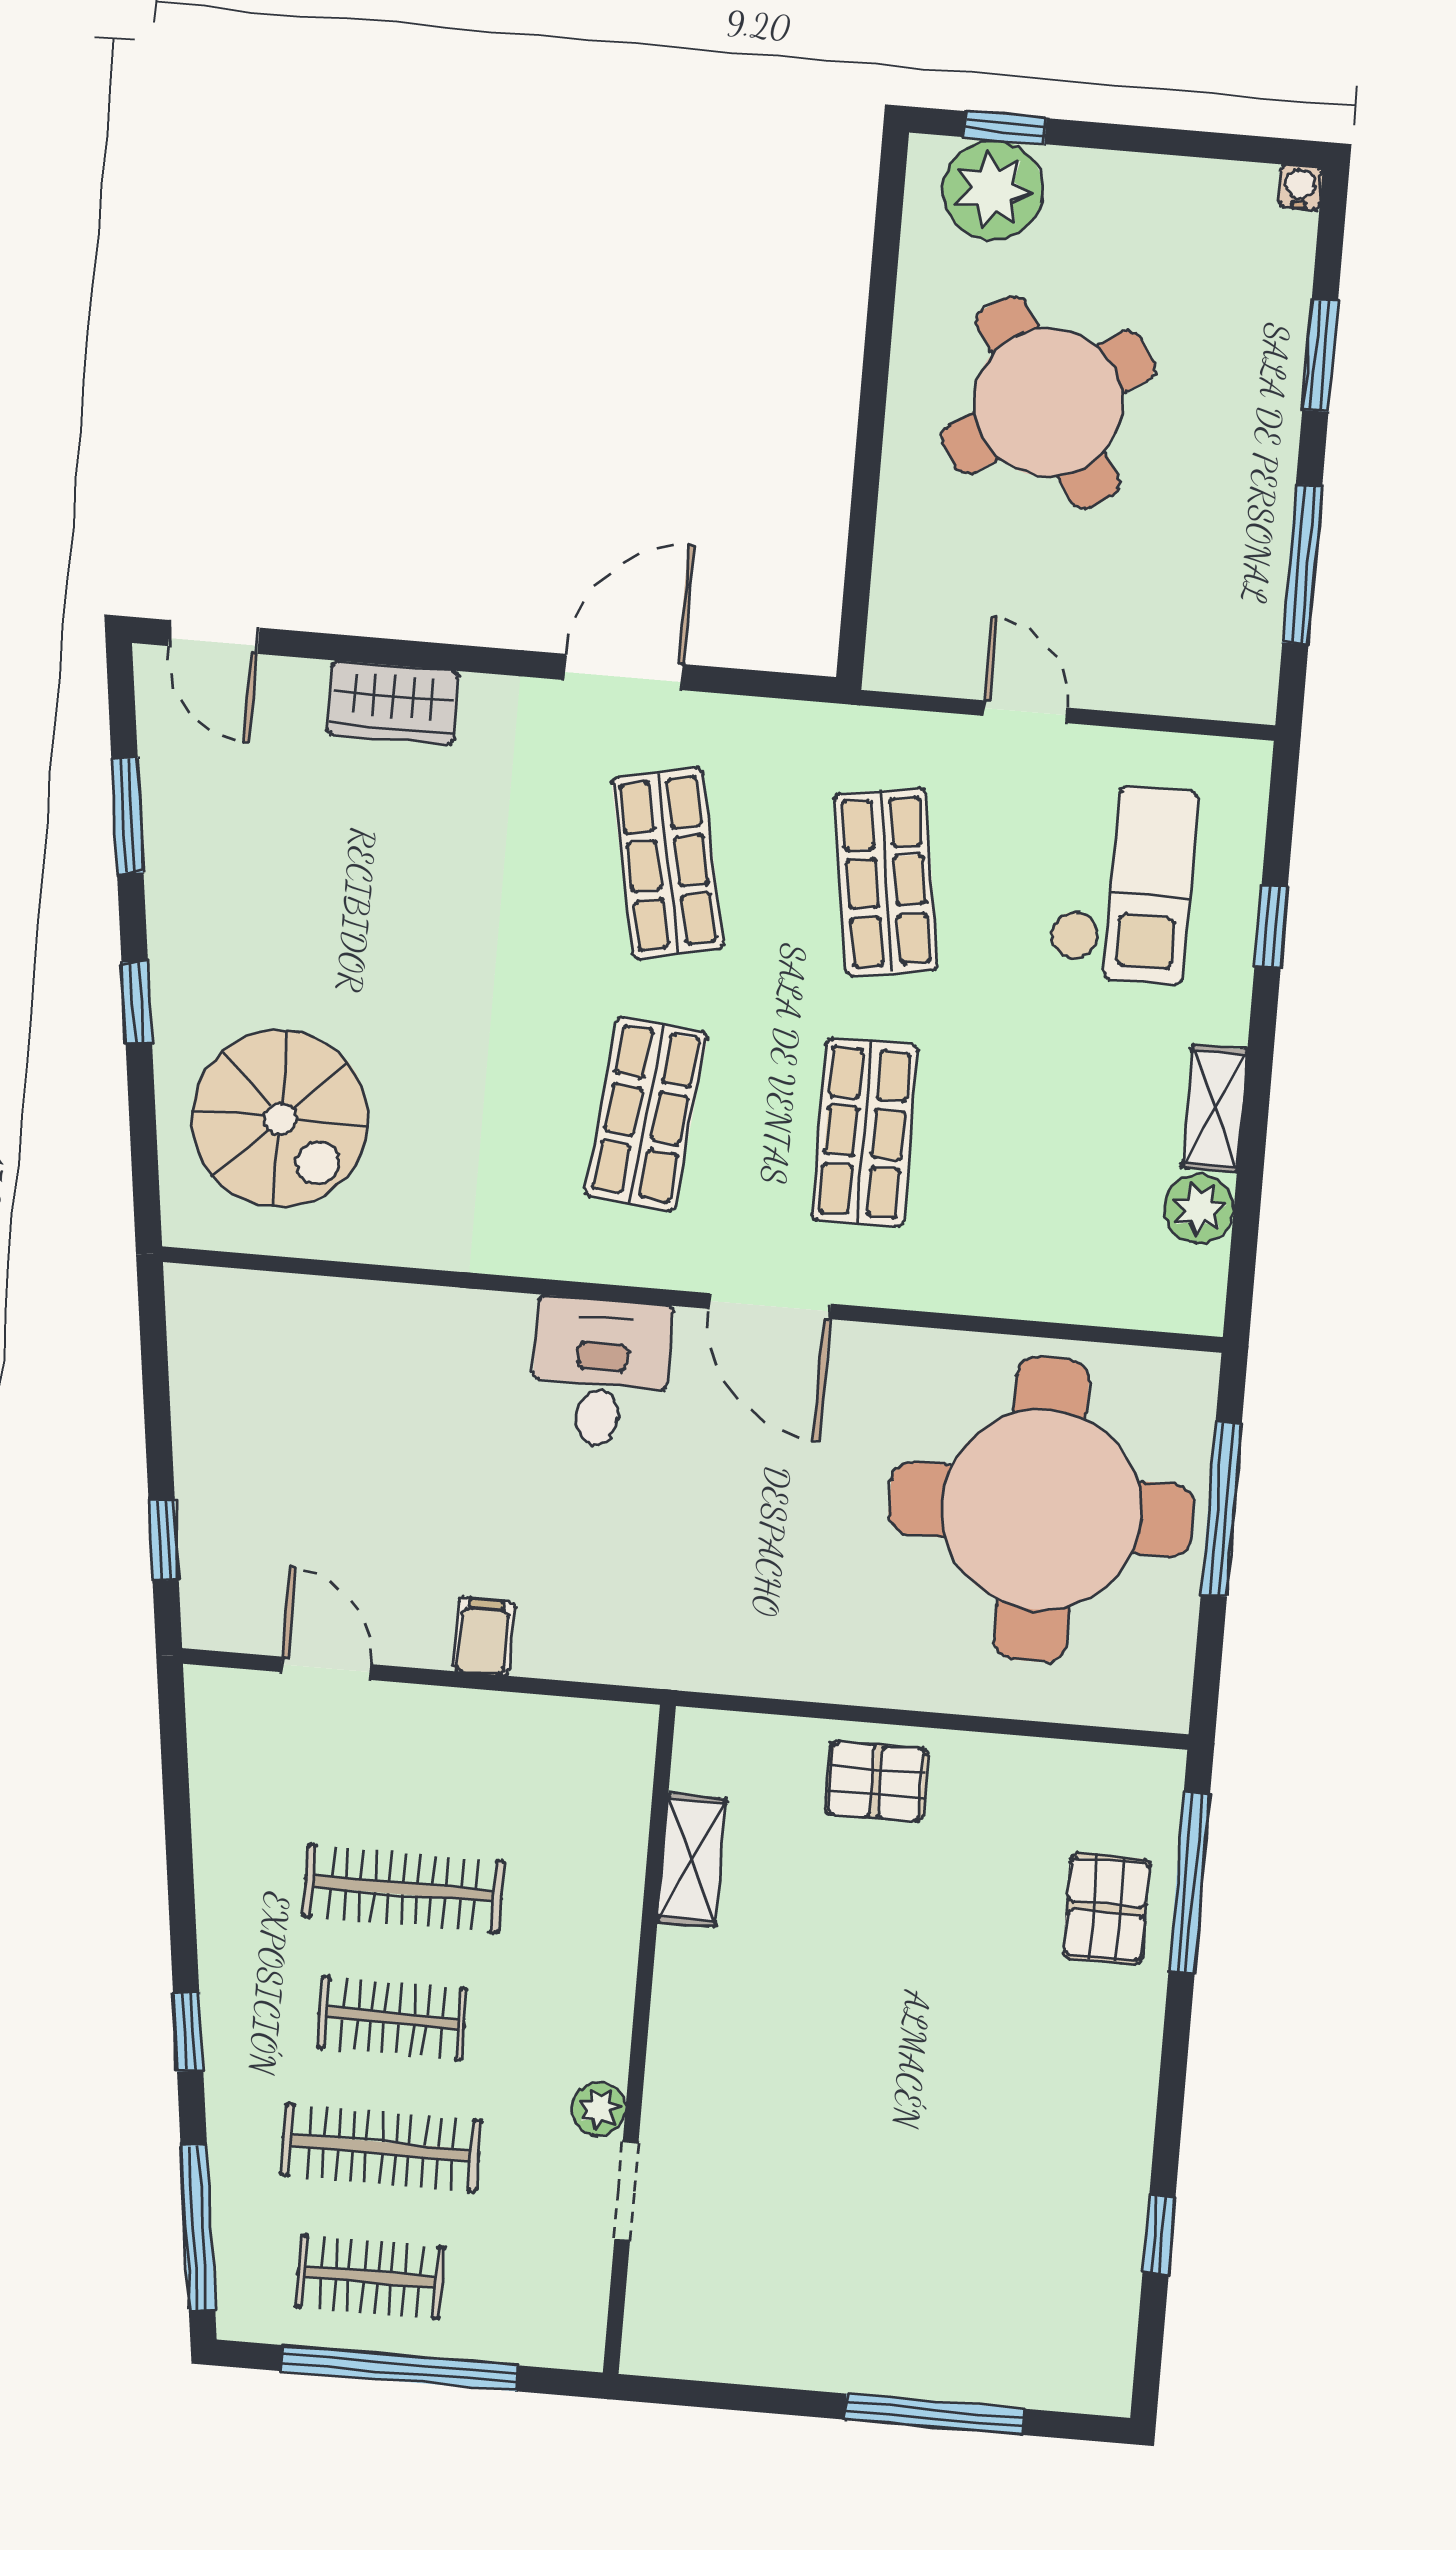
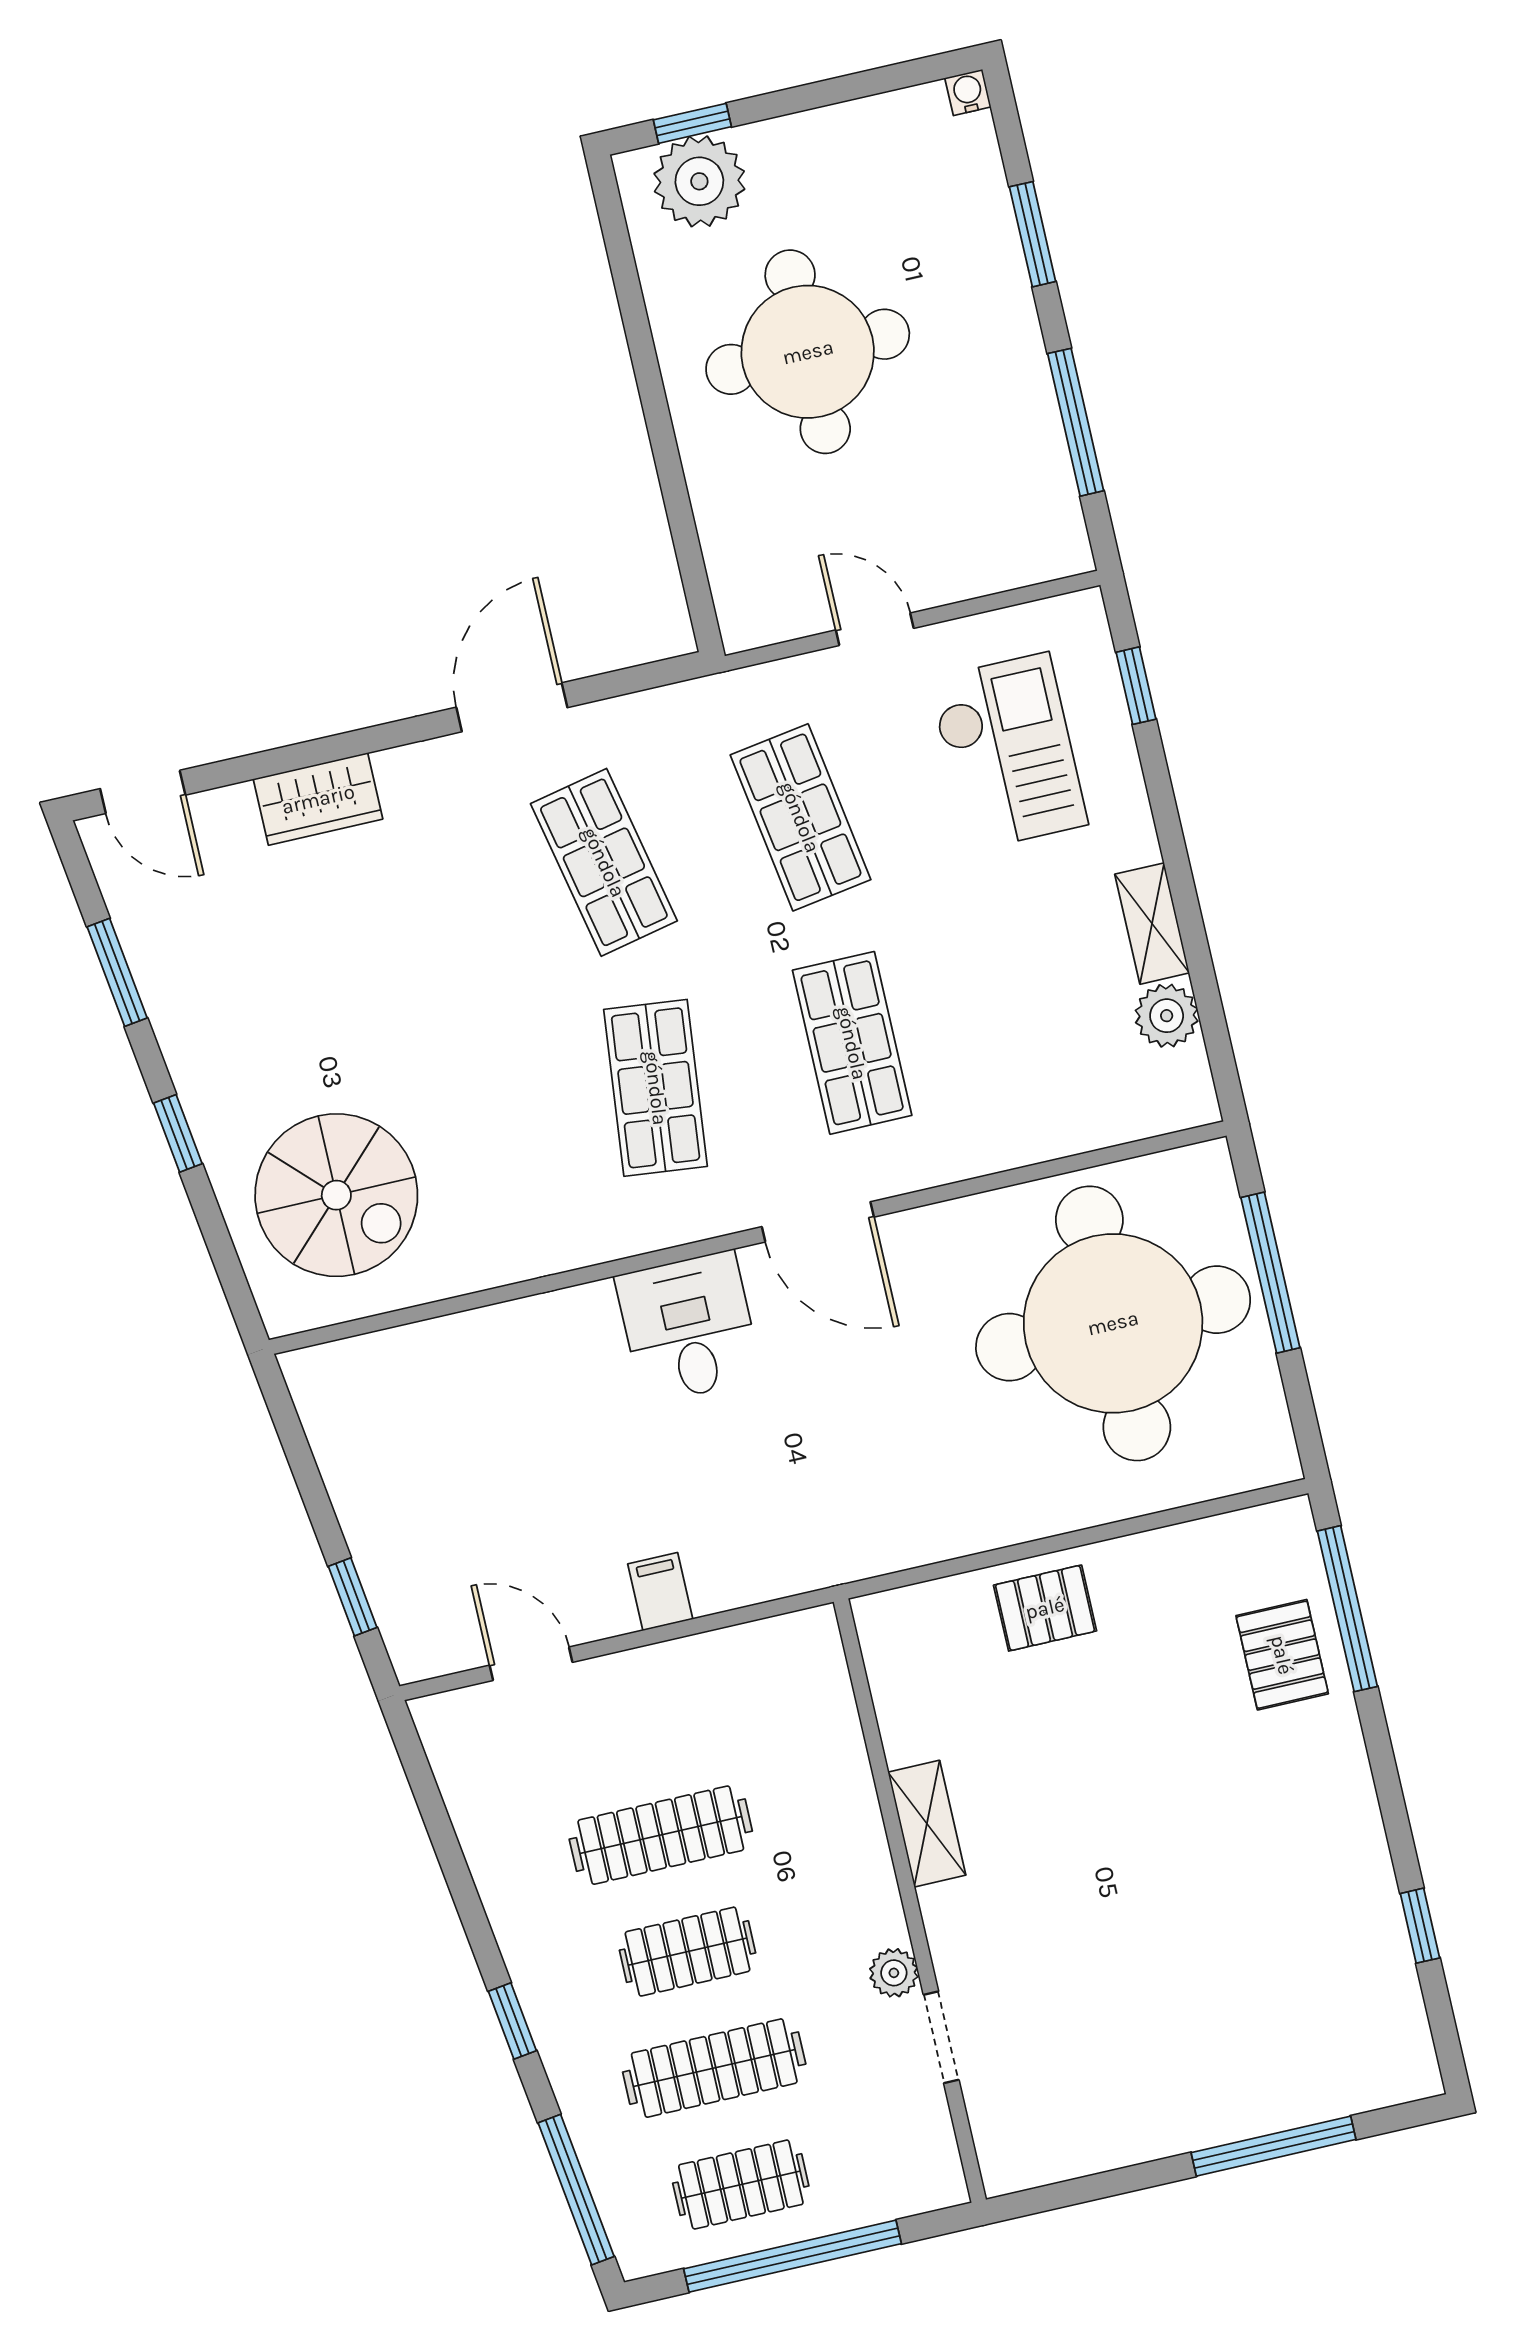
round table: (1048, 402) -> (808, 352), turned 33
window: (1271, 926) -> (1136, 686), moved
shelving: (692, 1860) -> (927, 1824), moved

